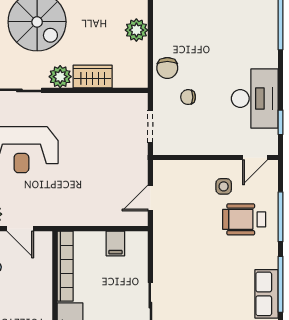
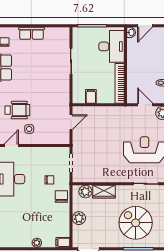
plant: (60, 77) -> (85, 192), moved

